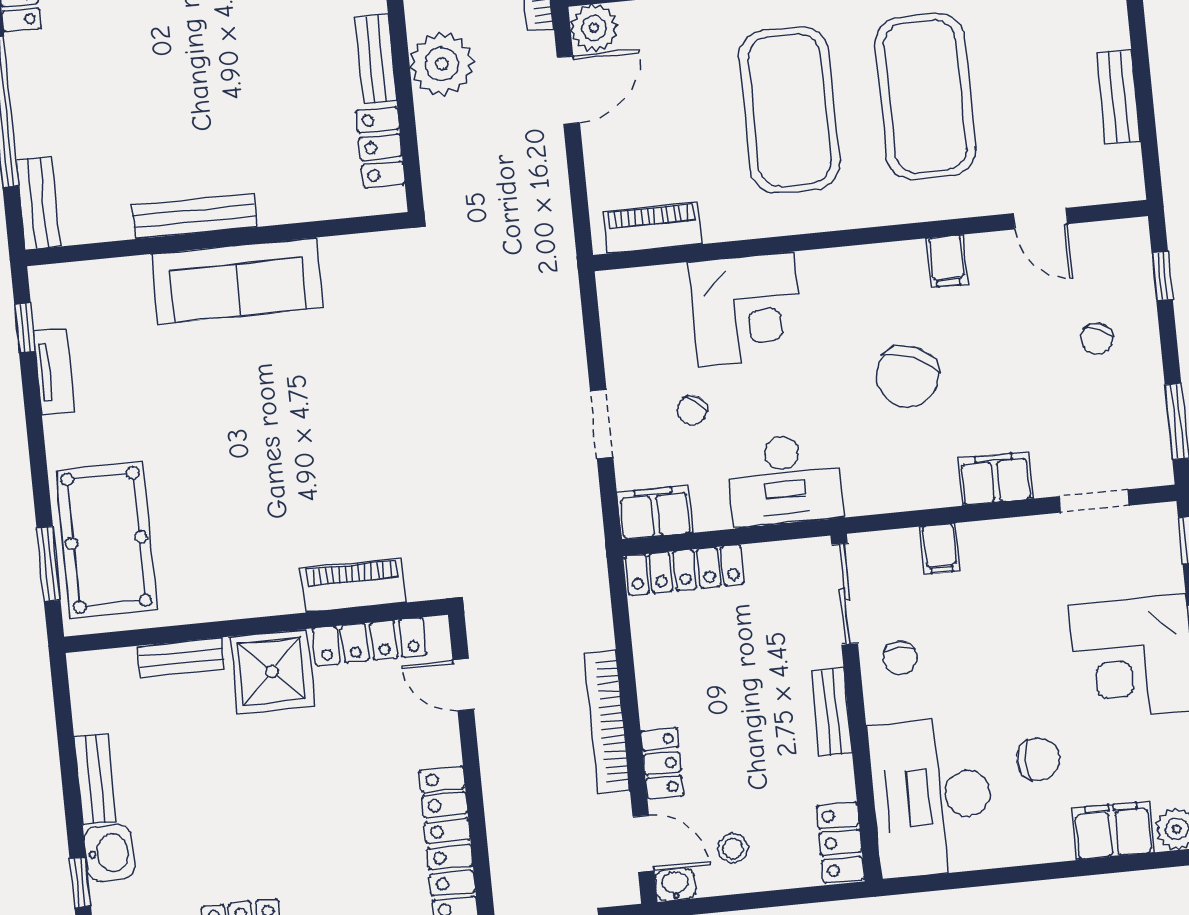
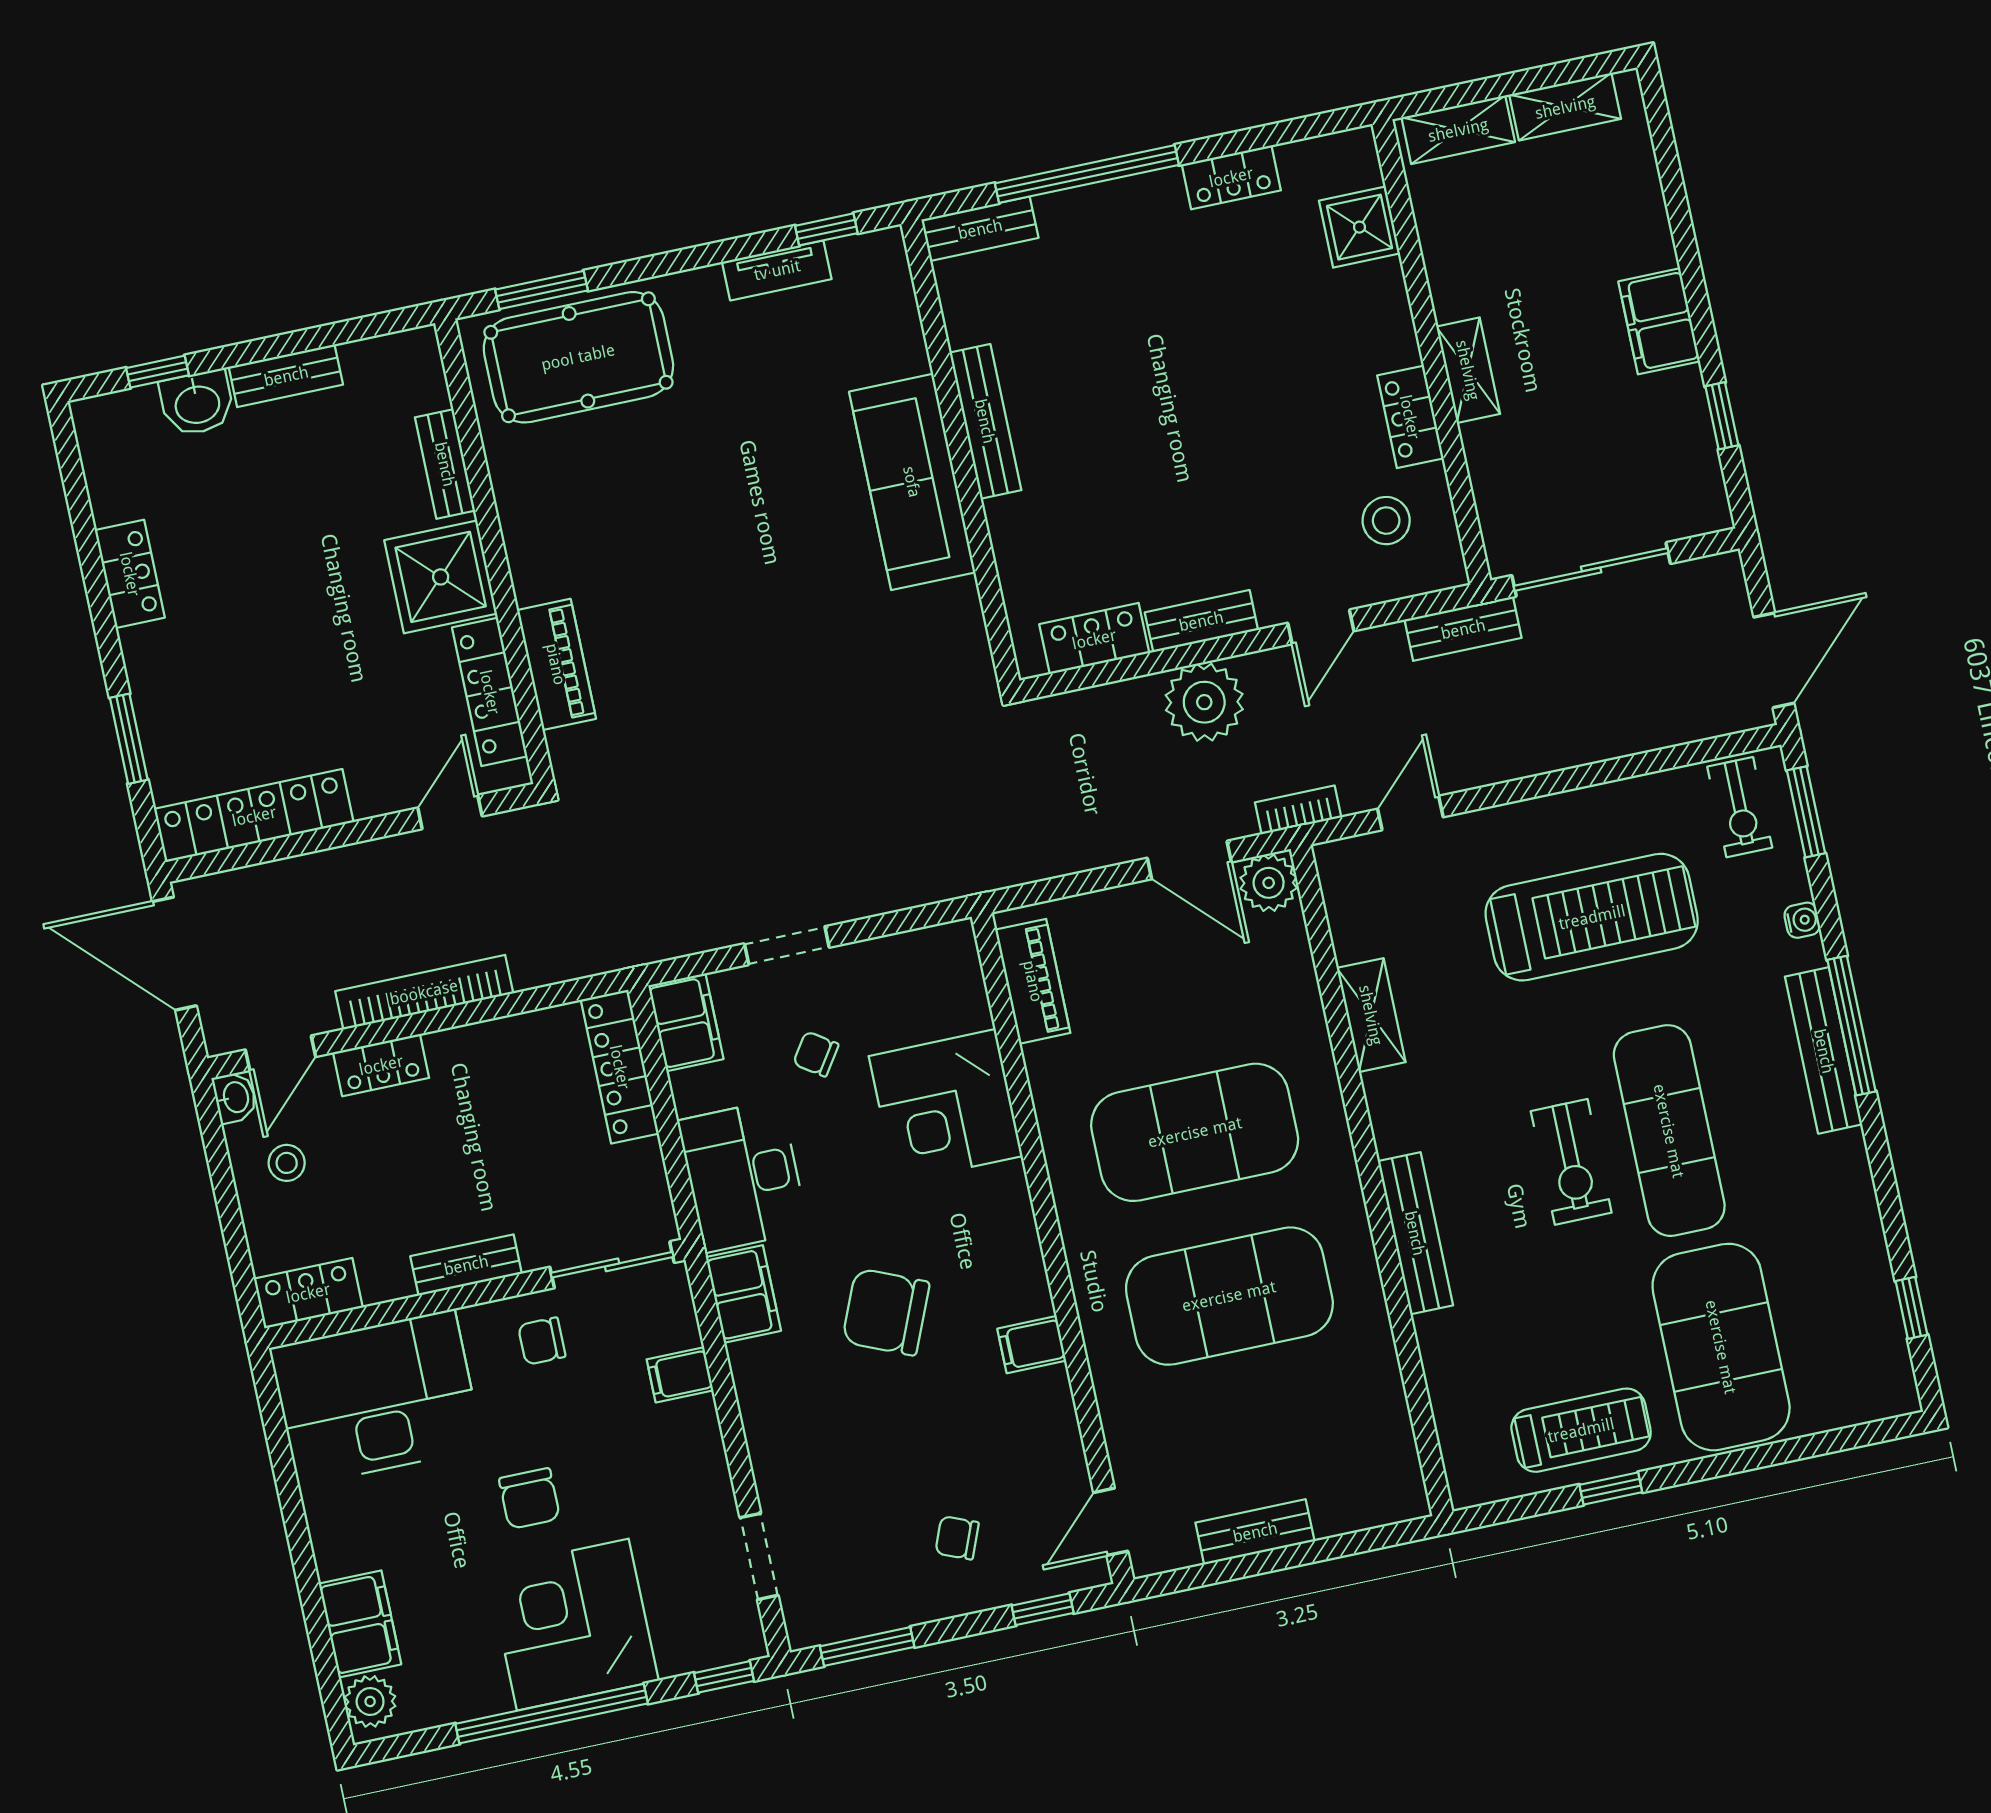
door: (1041, 219) -> (1111, 1522), moved
filing cabinet: (995, 479) -> (743, 1294), moved
chair: (1038, 759) -> (529, 1499), moved

